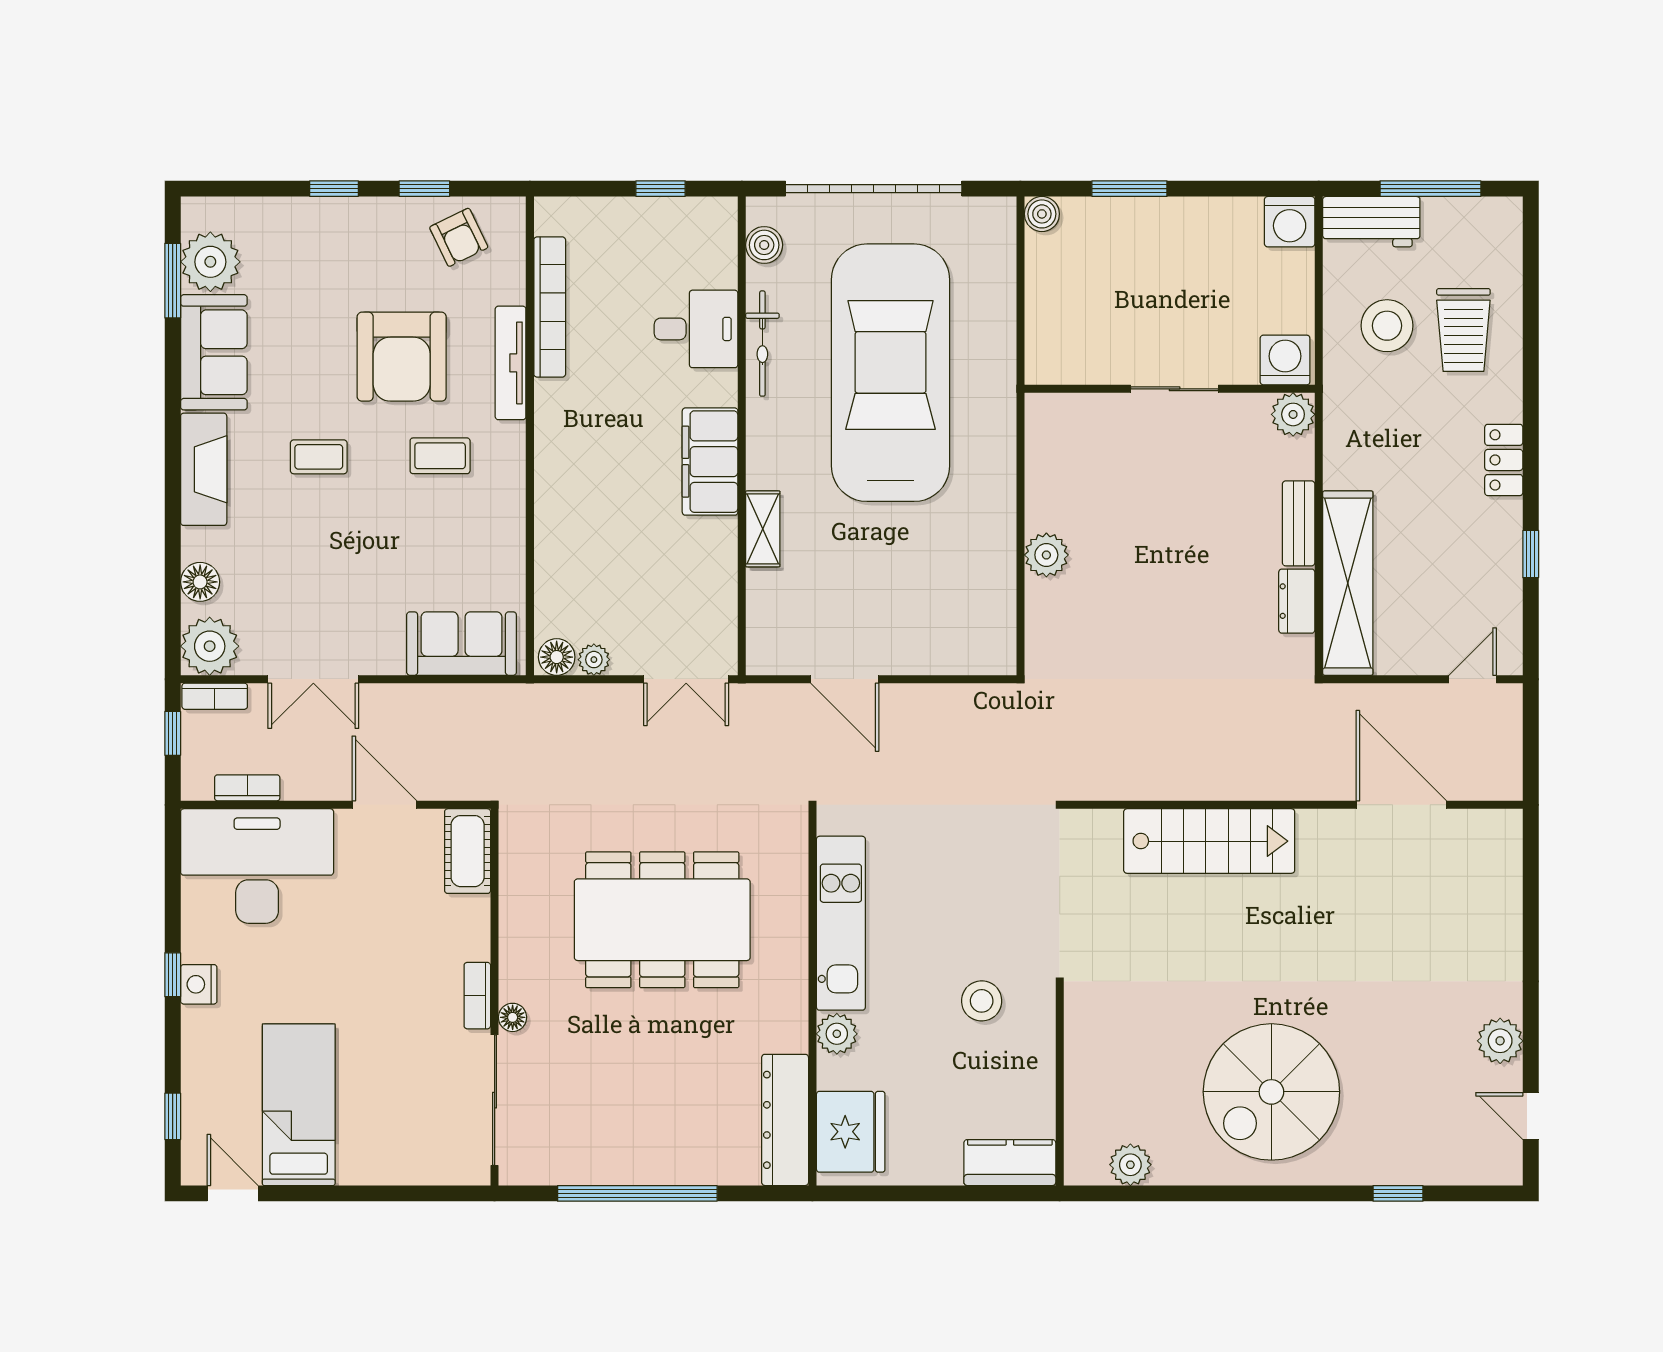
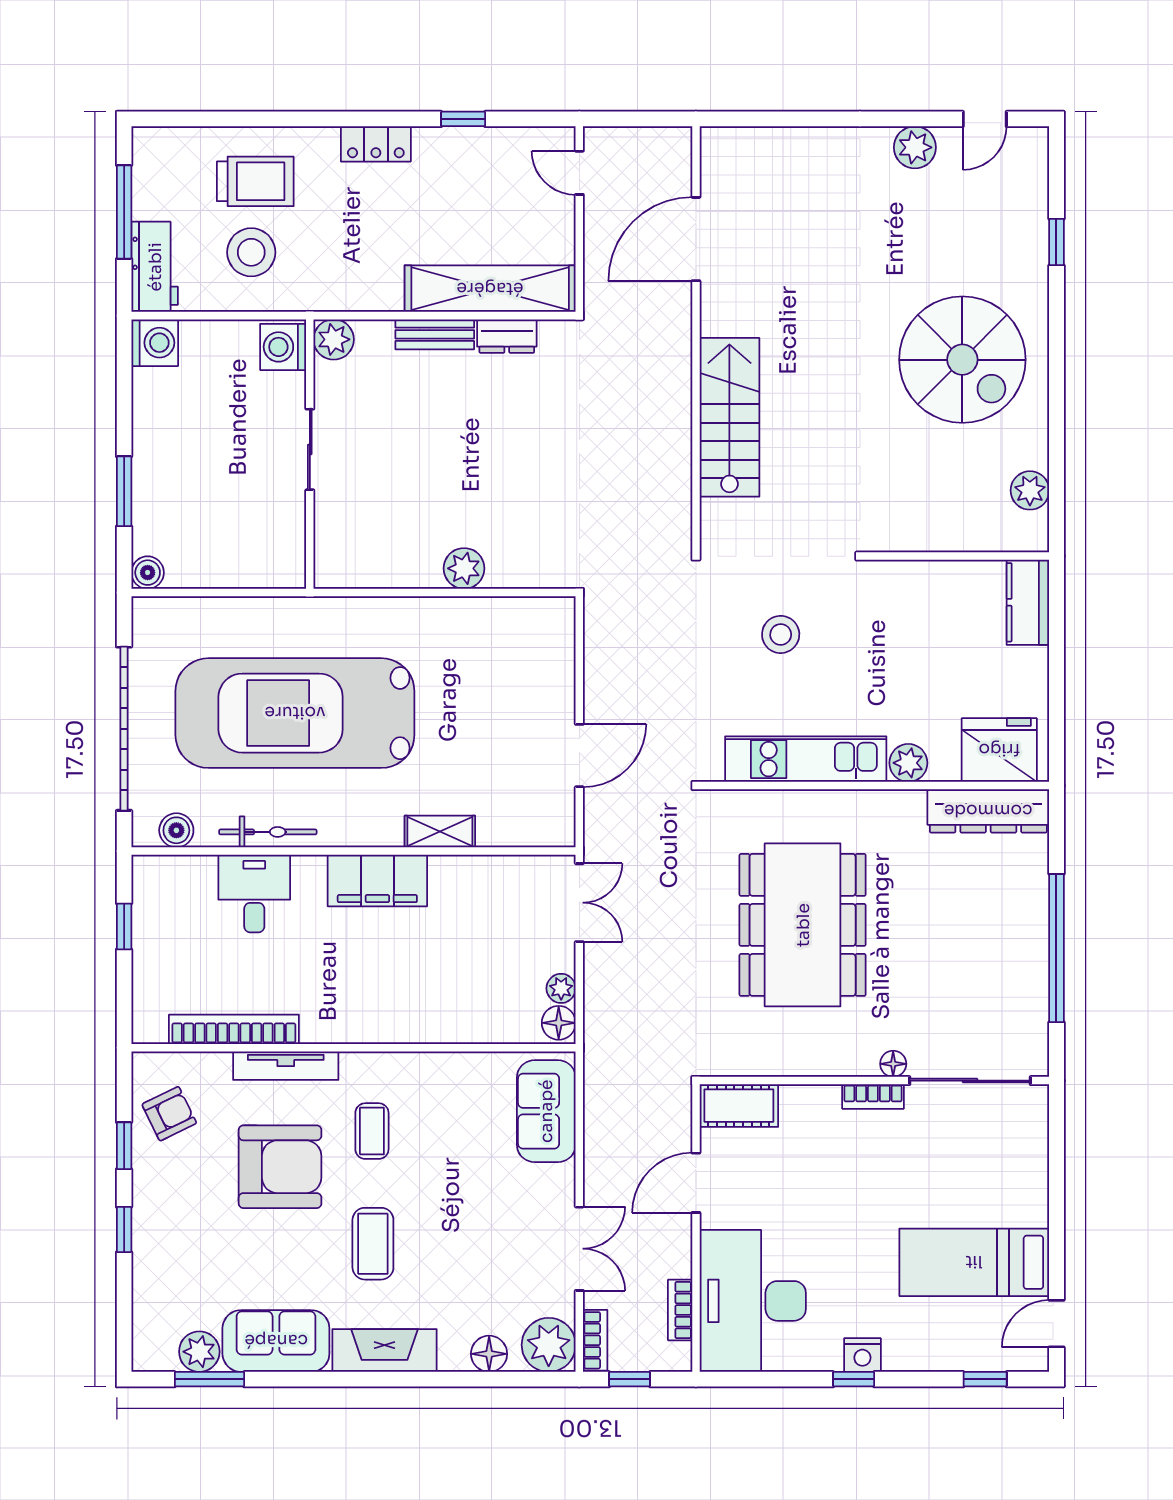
plant: (210, 262) -> (199, 1352), width x0.73, depth x0.73
coffee table: (319, 457) -> (373, 1244), width x1.36, depth x1.30
stool: (982, 1001) -> (781, 634), moved

